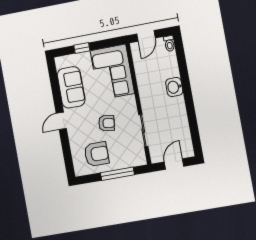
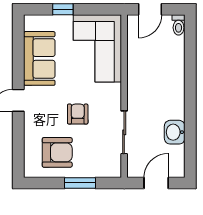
washbasin: (174, 87) -> (175, 132), moved
armchair: (107, 123) -> (78, 114), turned -98
window: (117, 174) -> (80, 183), width x0.69

